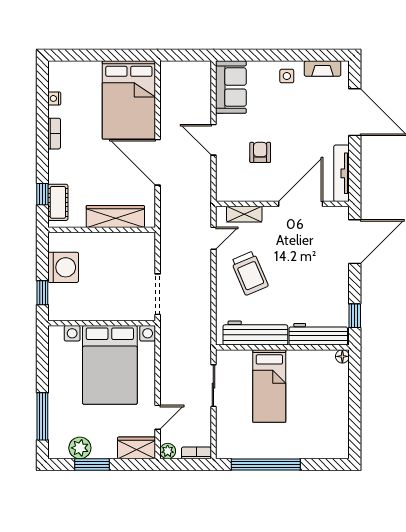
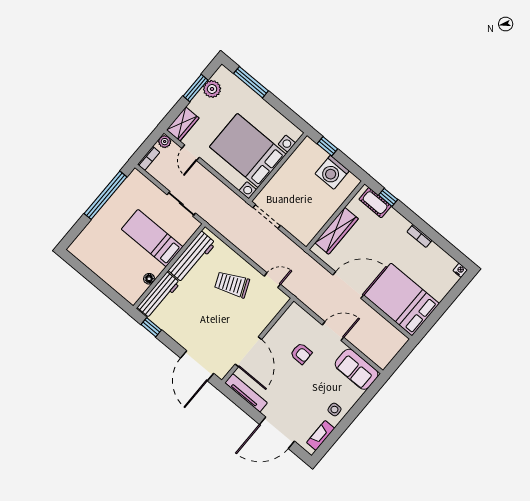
nightstand: (54, 98) -> (460, 270), moved
shelving: (244, 214) -> (271, 312), removed
door: (213, 238) -> (272, 280), swing flipped
floor lamp: (342, 356) -> (149, 279), moved

